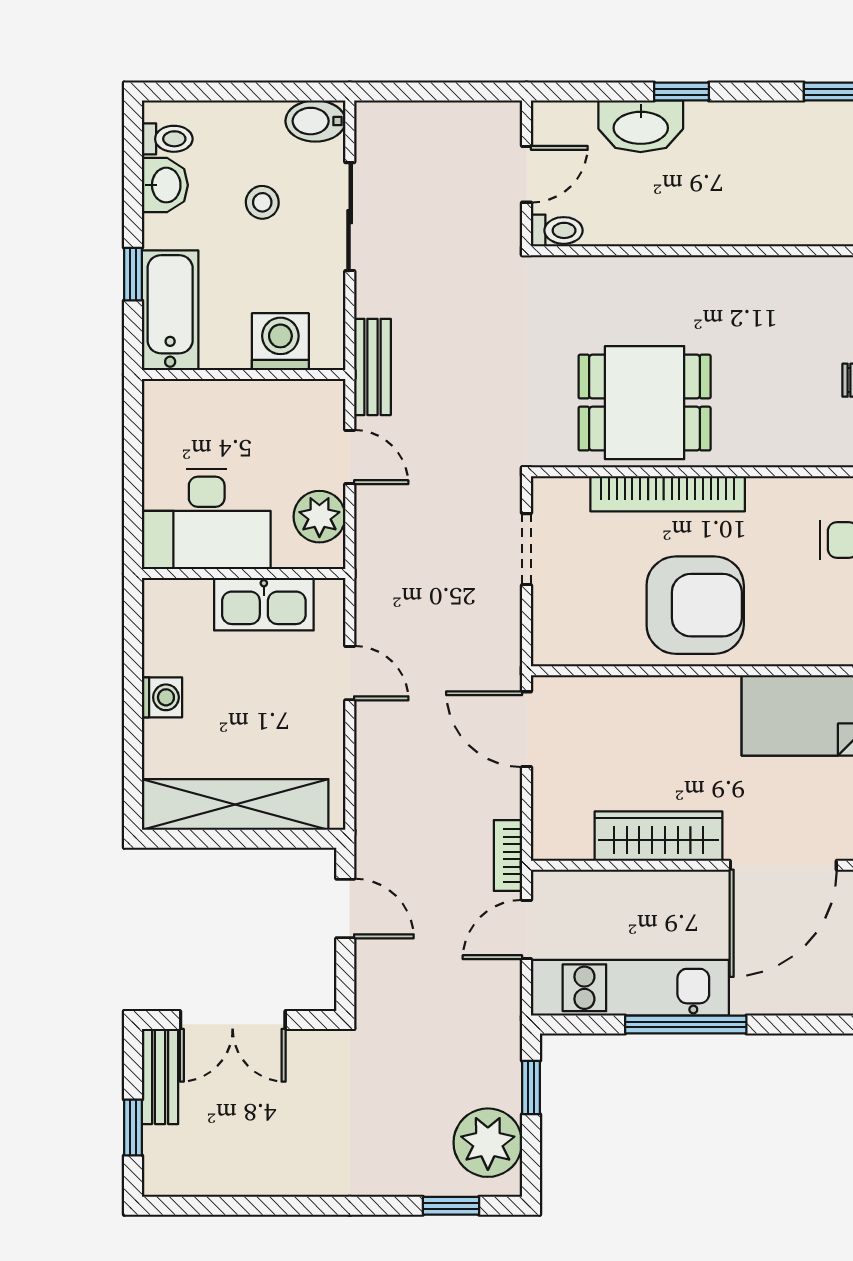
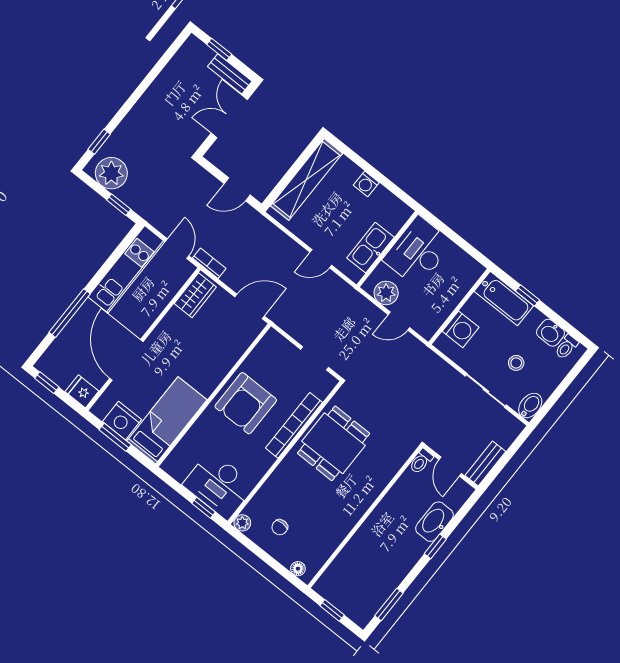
bench: (372, 367) -> (485, 464), moved, turned 90
wardrobe: (658, 836) -> (195, 295), moved, width x0.67
window: (686, 1024) -> (70, 313), moved

